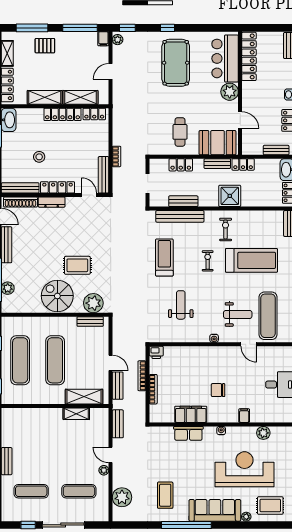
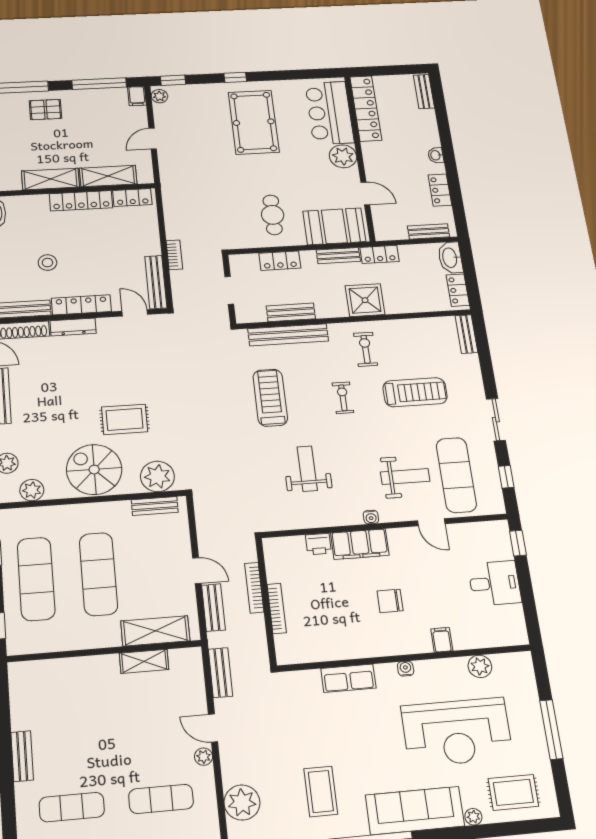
treadmill: (251, 260) -> (415, 392), width x0.73, depth x0.73
plant: (21, 306) -> (32, 490), added
printer: (156, 352) -> (318, 544), moved
filing cabinet: (191, 414) -> (360, 544), moved, turned 180
reception desk: (244, 469) -> (457, 732), turned 180

